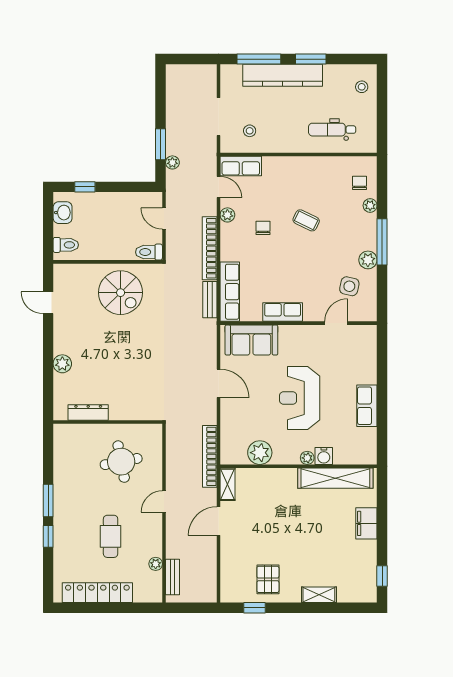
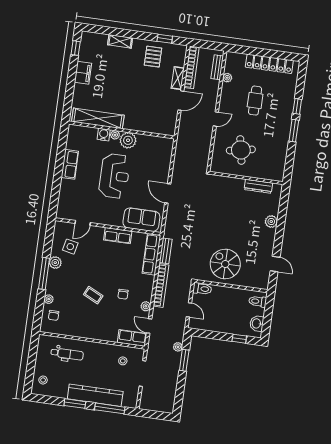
plant: (260, 453) -> (128, 140), moved
bookcase: (210, 456) -> (191, 67), moved
shelving: (228, 484) -> (178, 78), moved
filing cabinet: (366, 523) -> (83, 73), moved

